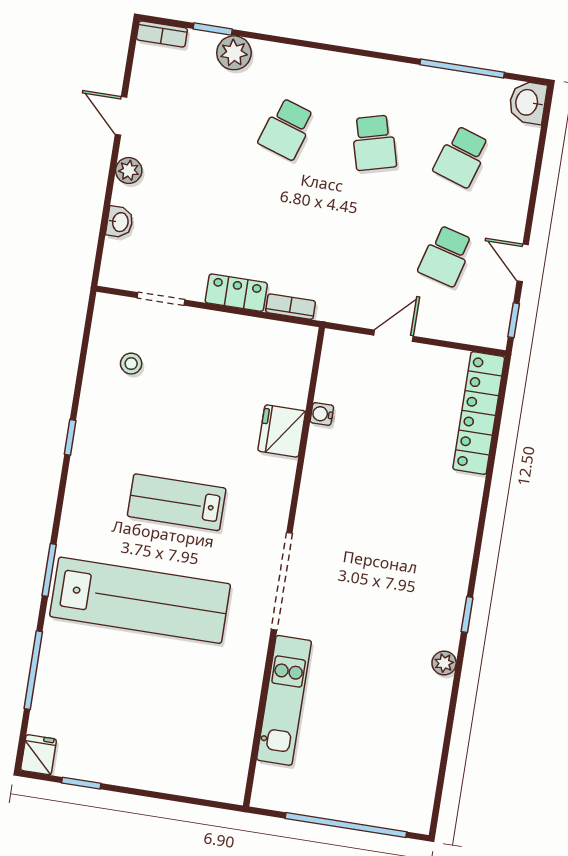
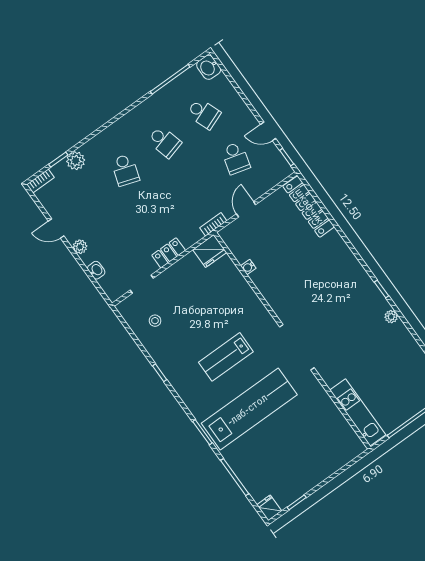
school desk: (462, 157) -> (204, 114), turned -39
bookcase: (291, 307) -> (213, 224), moved
fridge: (282, 431) -> (210, 251), moved, turned -90
kitchen unit: (284, 700) -> (358, 412), moved

